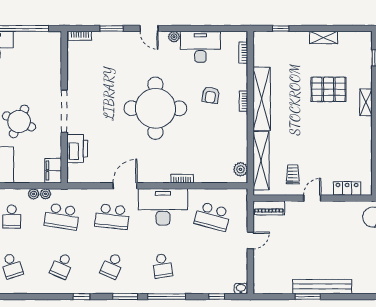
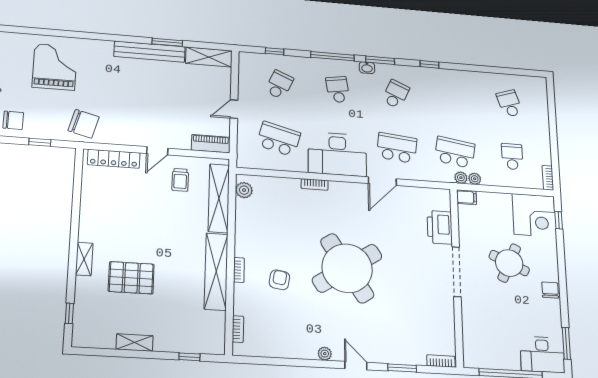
desk: (200, 47) -> (292, 339), removed
round table: (155, 108) -> (347, 268), turned -33
filing cabinet: (53, 171) -> (467, 197), width x0.50
locker: (347, 188) -> (114, 159), width x1.53
plant: (34, 194) -> (461, 178), moved
school desk: (62, 266) -> (279, 85), moved
shelving: (272, 286) -> (209, 57), added
washbasin: (241, 289) -> (367, 68), moved

